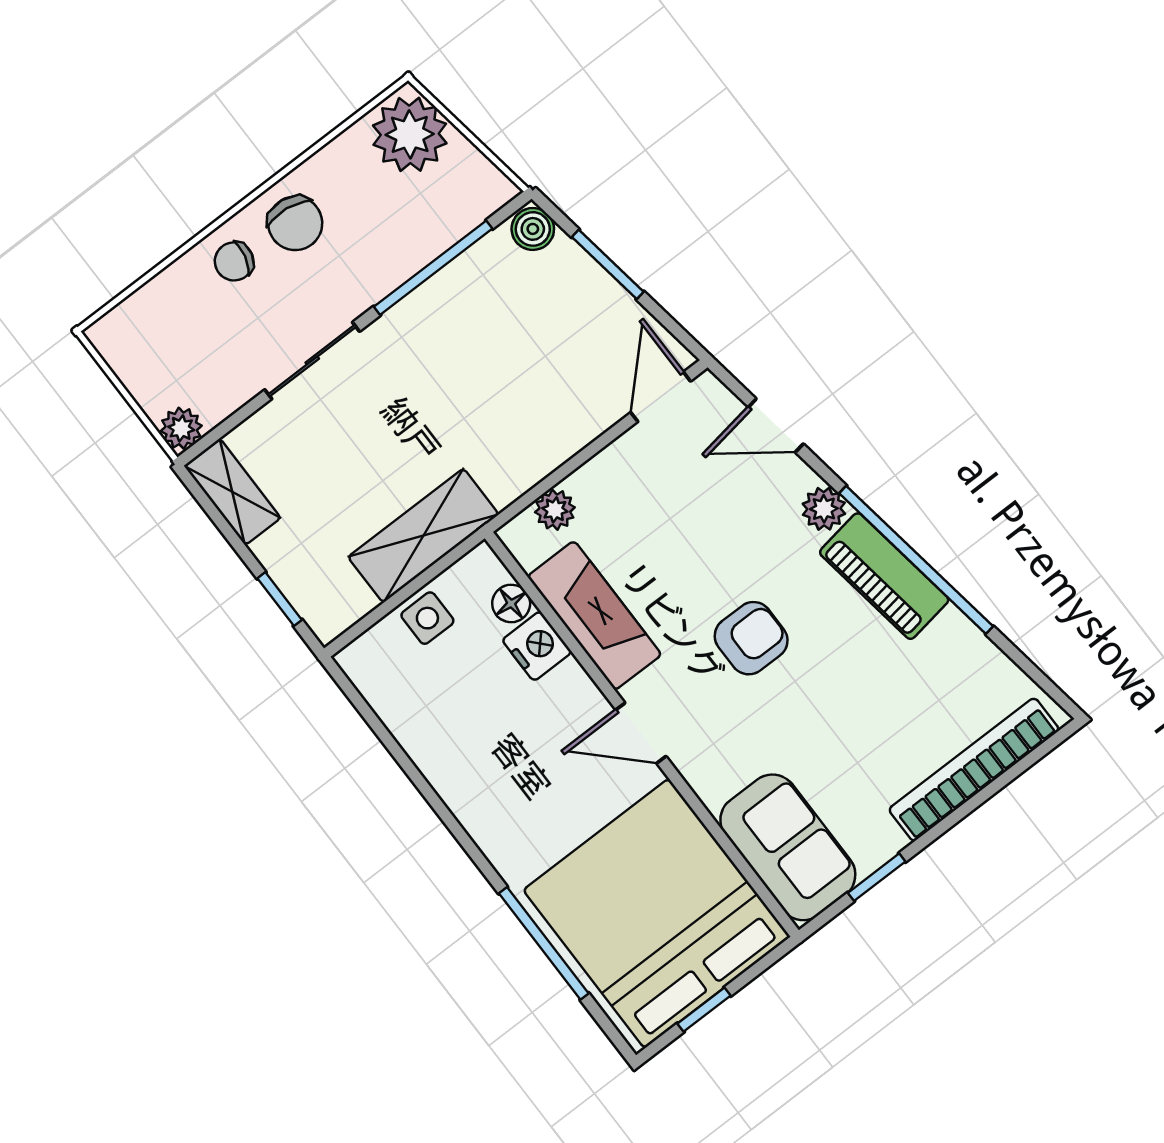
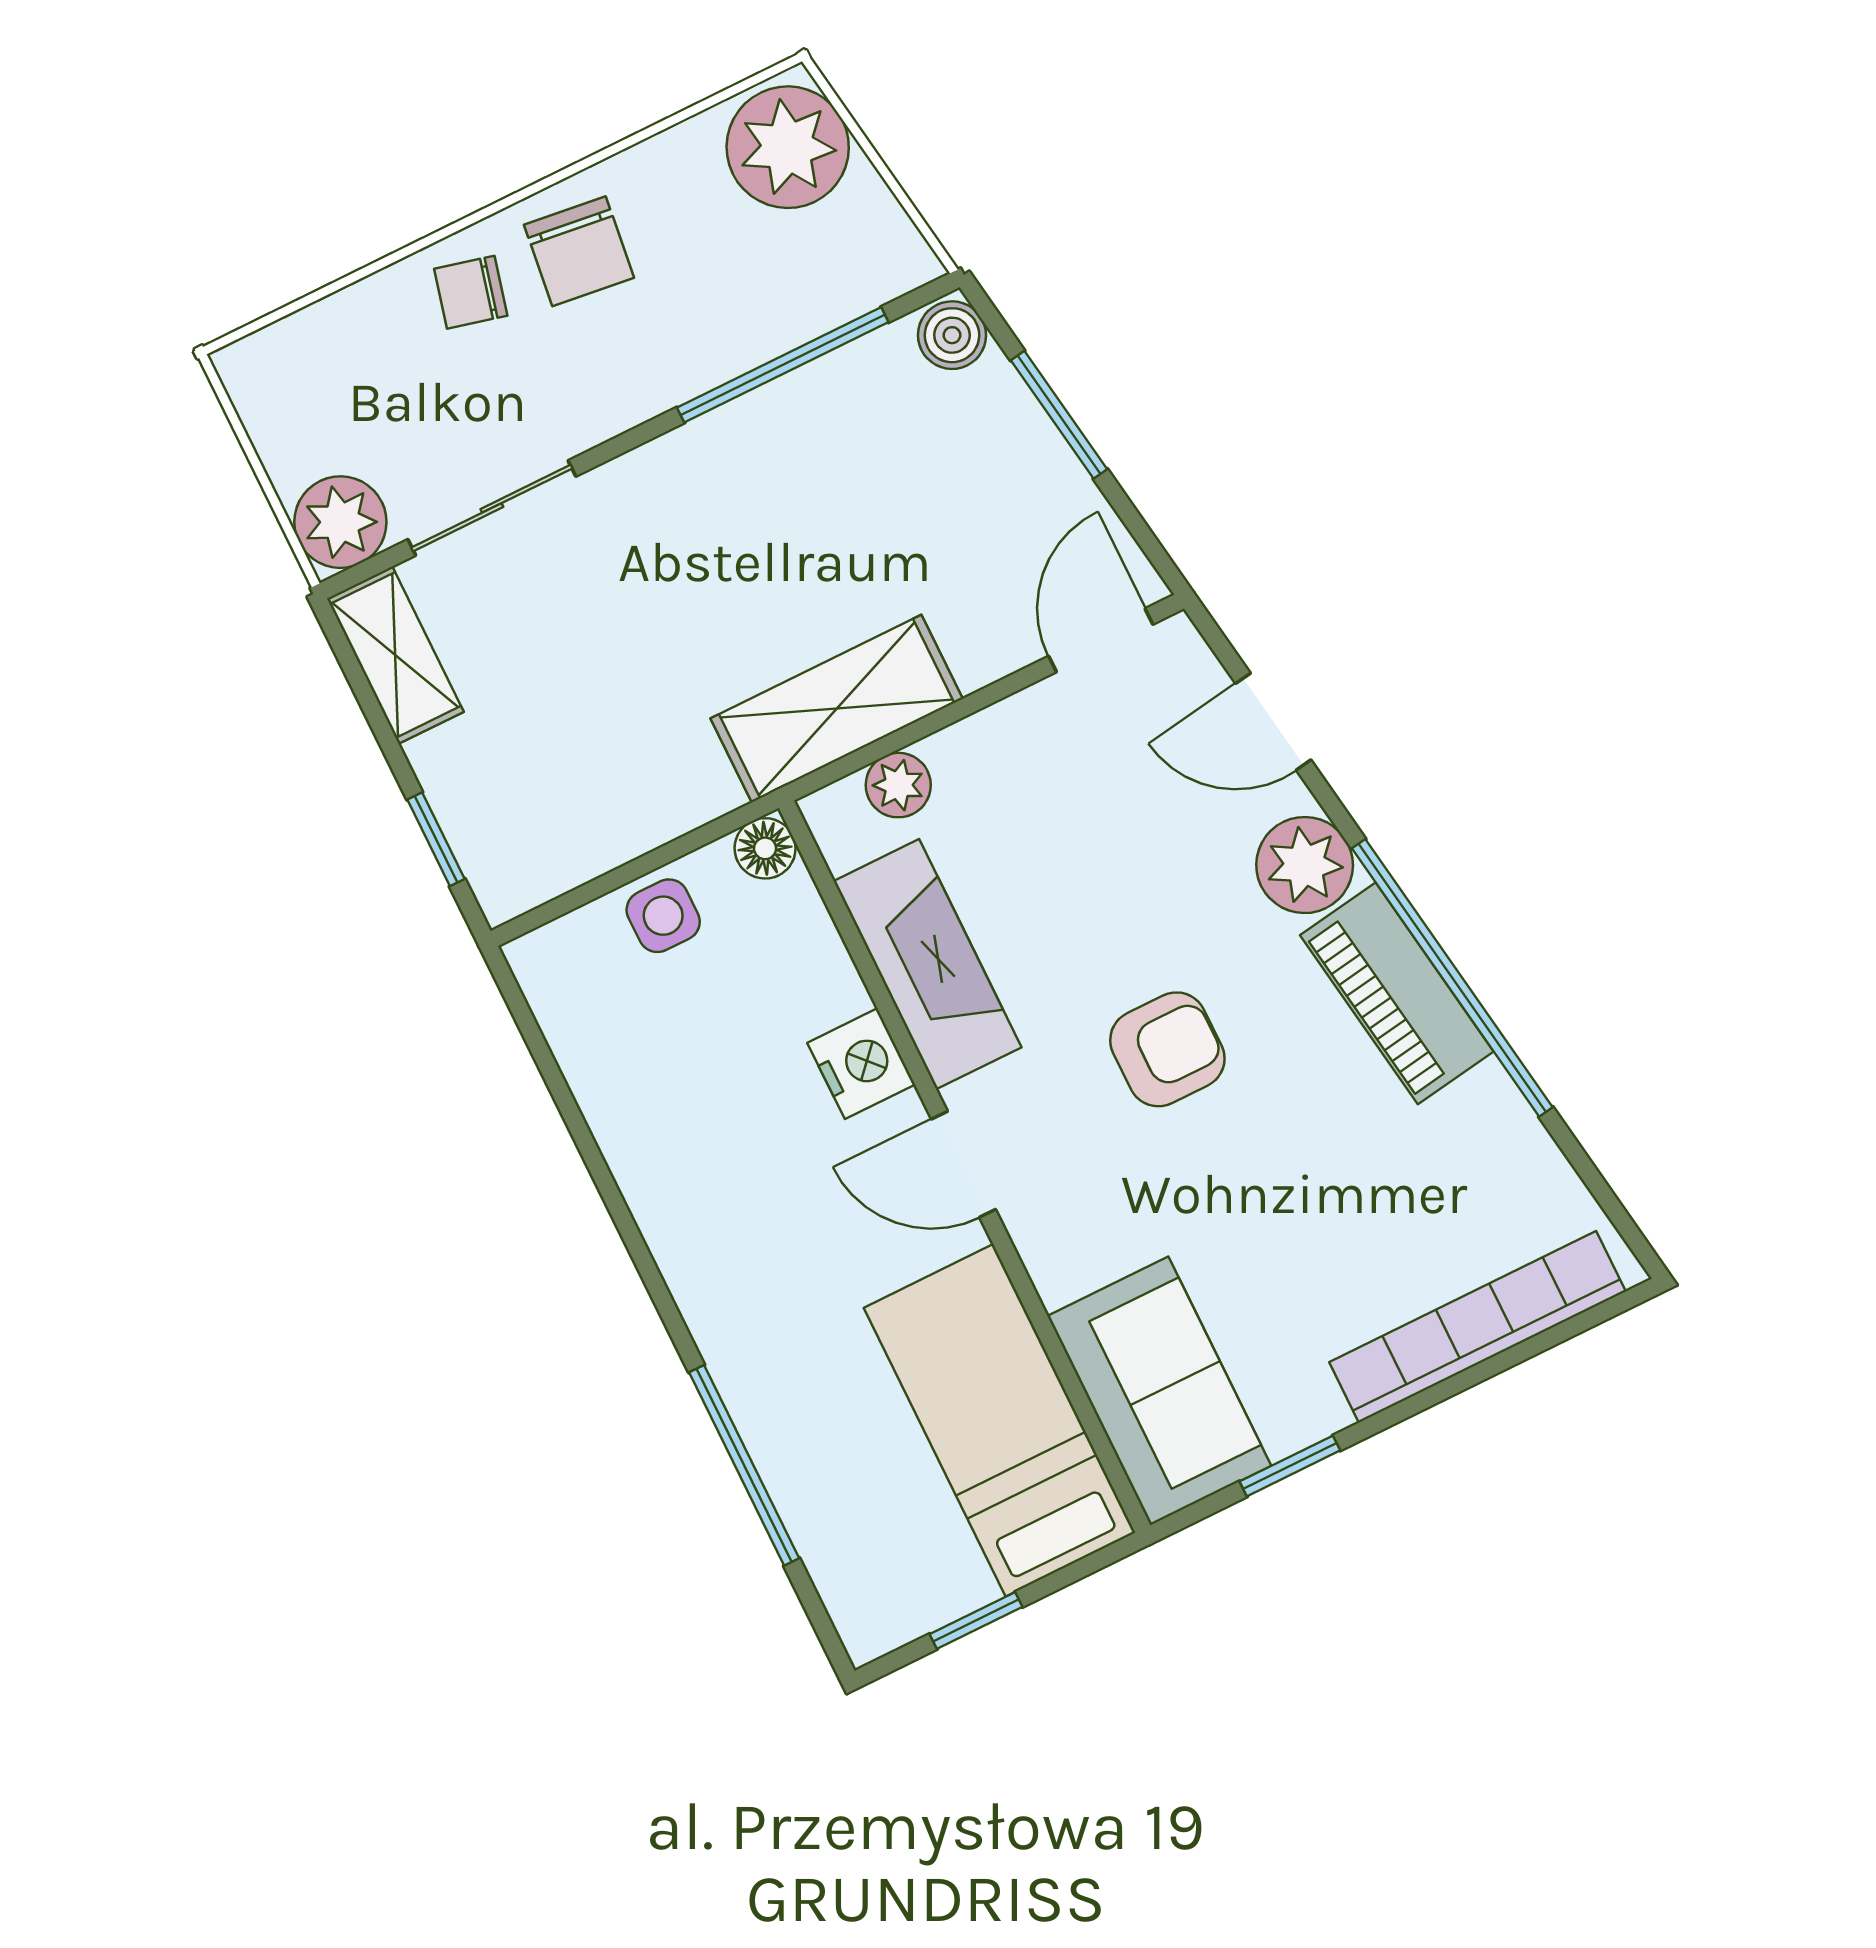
sliding door: (312, 361) -> (492, 508), moved
plant: (181, 428) -> (340, 522), width x1.38, depth x1.38
plant: (824, 509) -> (1305, 865), width x1.38, depth x1.38
shelving: (423, 536) -> (837, 709), moved
floor lamp: (511, 603) -> (765, 848), moved
nightstand: (537, 646) -> (861, 1064), moved
bed: (657, 913) -> (1000, 1420), width x0.49

